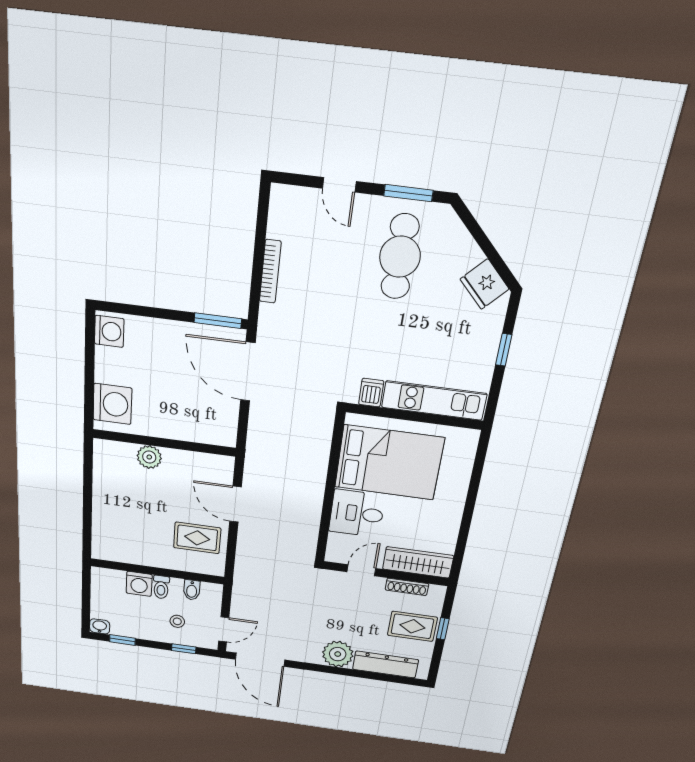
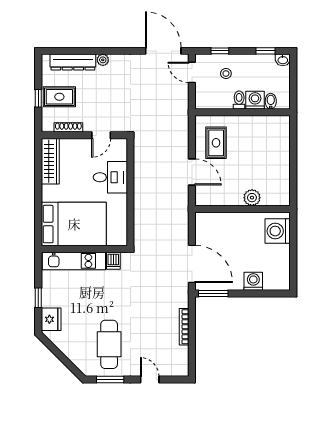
fridge: (485, 284) -> (51, 319), moved, turned 45
washing machine: (109, 331) -> (253, 281), moved, turned 90
bed: (389, 462) -> (74, 224), moved, turned 180
rug: (197, 538) -> (216, 143), turned 90
wardrobe: (418, 562) -> (50, 161), moved, turned -90
bidet: (192, 590) -> (271, 101), moved
door: (224, 629) -> (192, 72), hinge flipped
plant: (338, 654) -> (103, 60), width x0.53, depth x0.53

